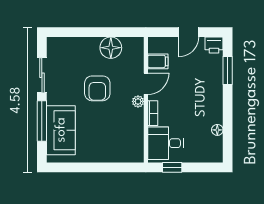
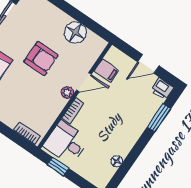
armchair: (97, 88) -> (41, 59), turned -90
bookcase: (128, 158) -> (27, 133), added

